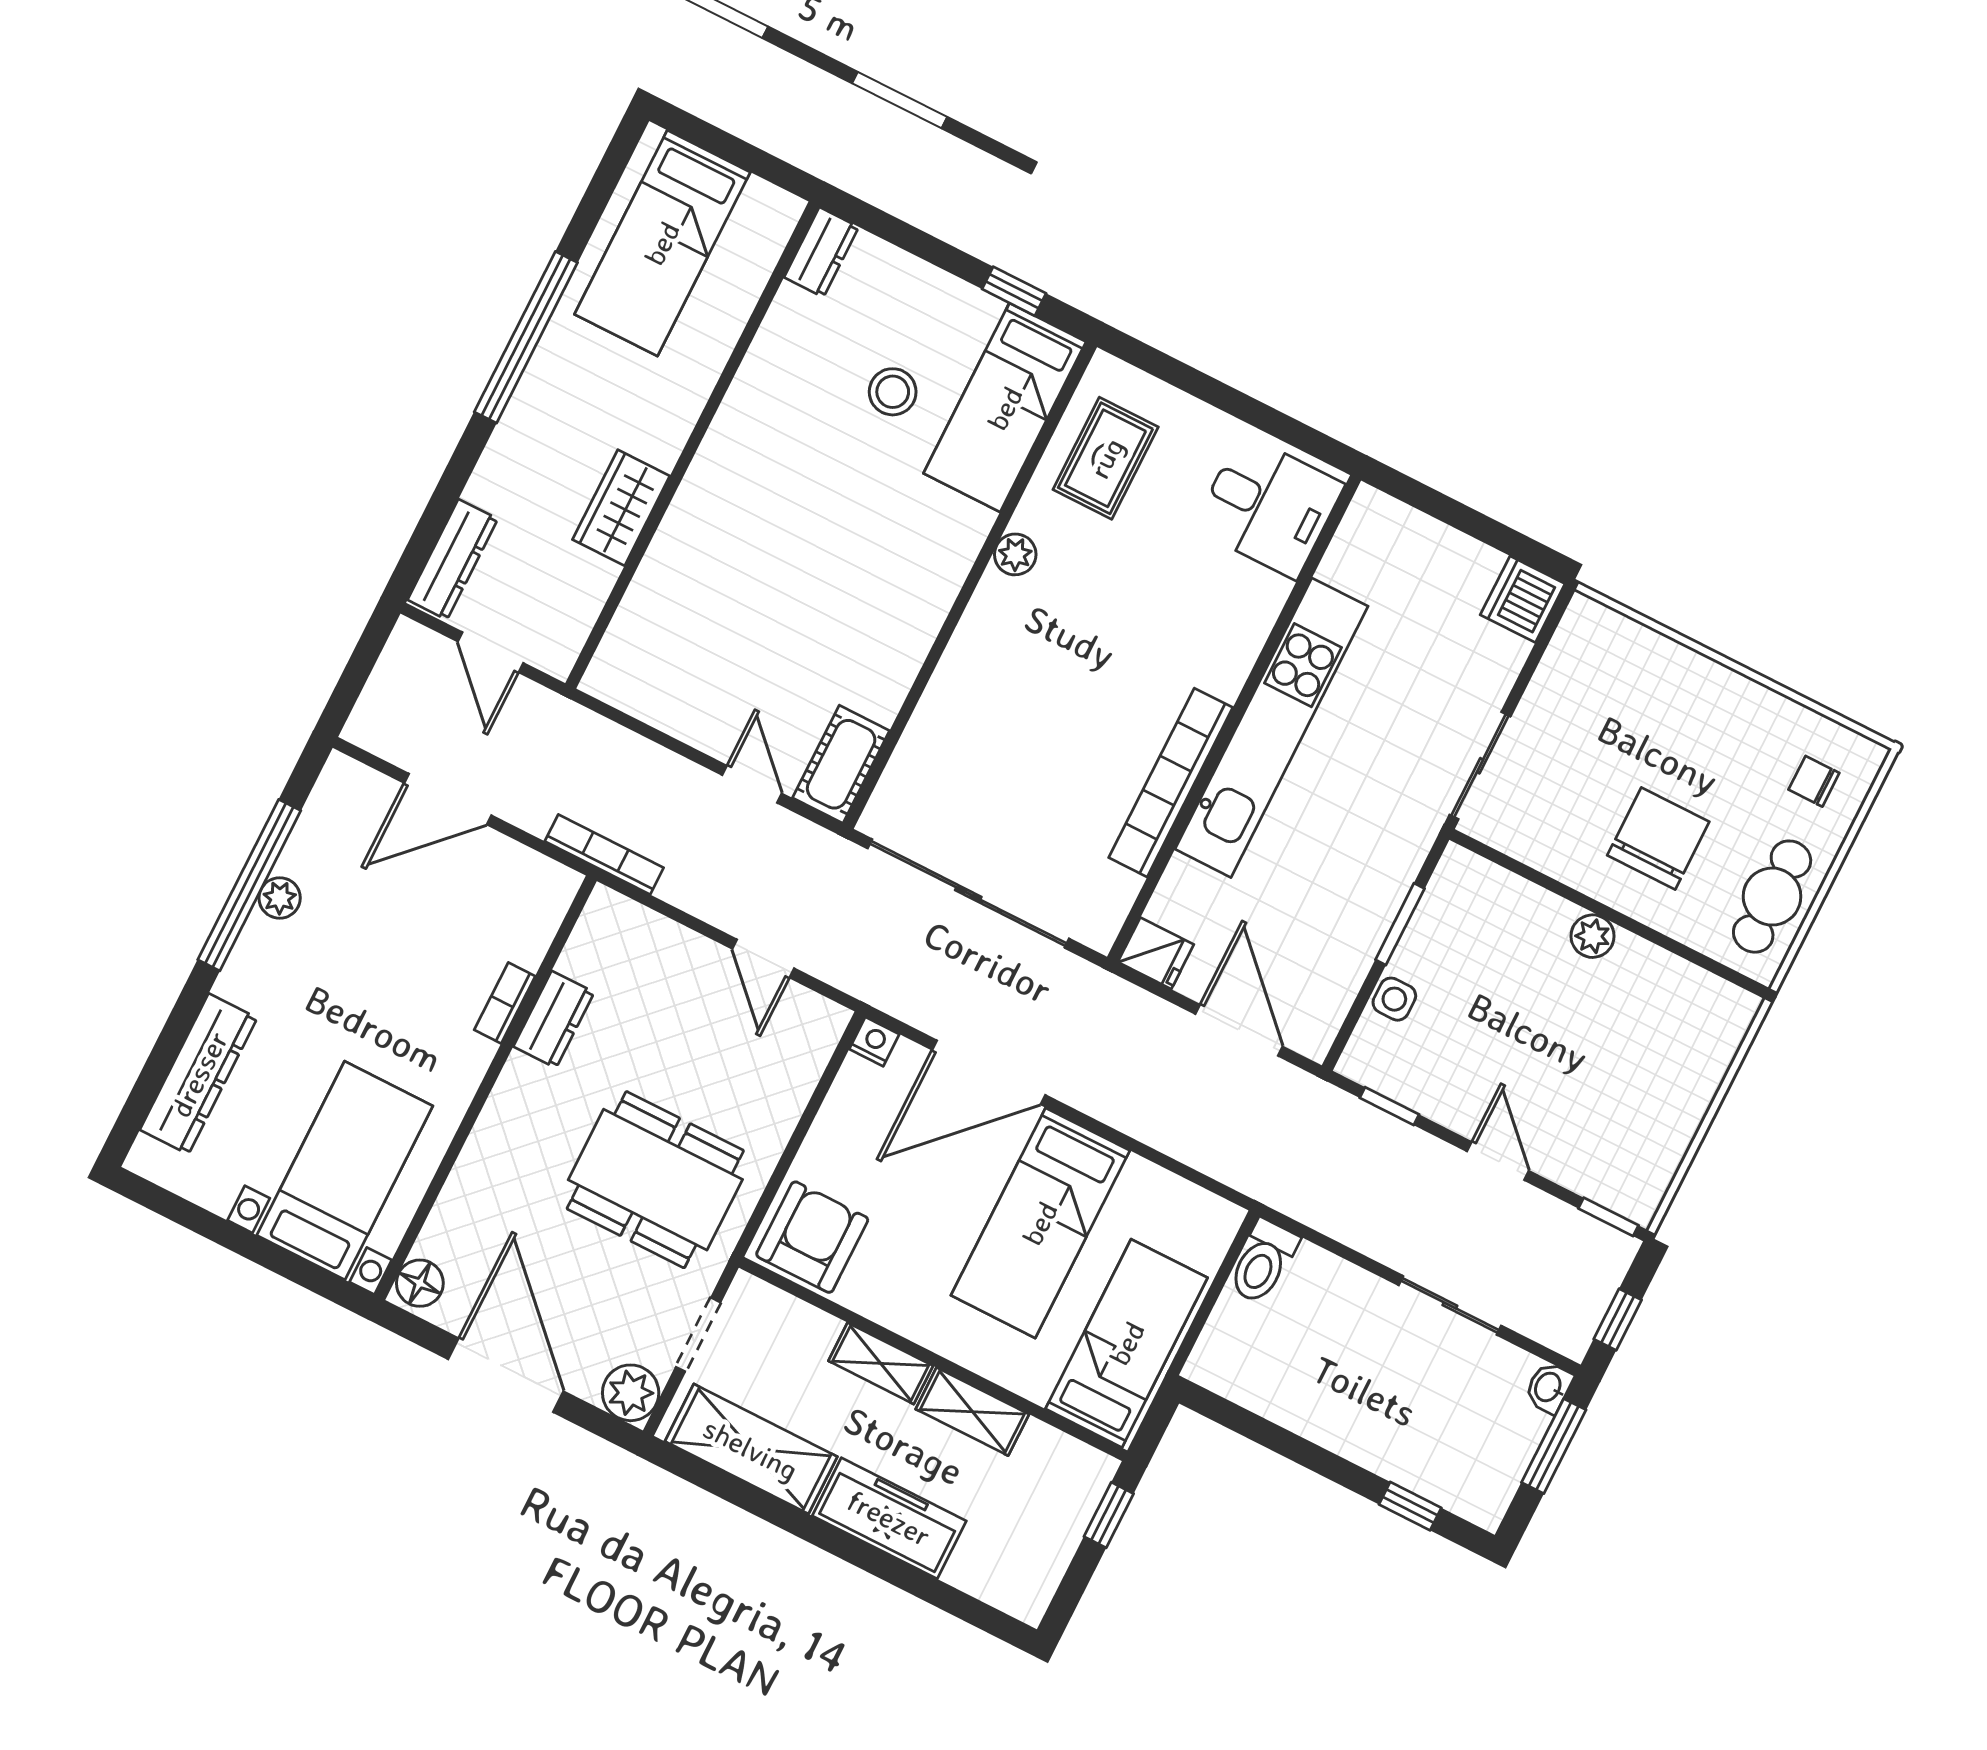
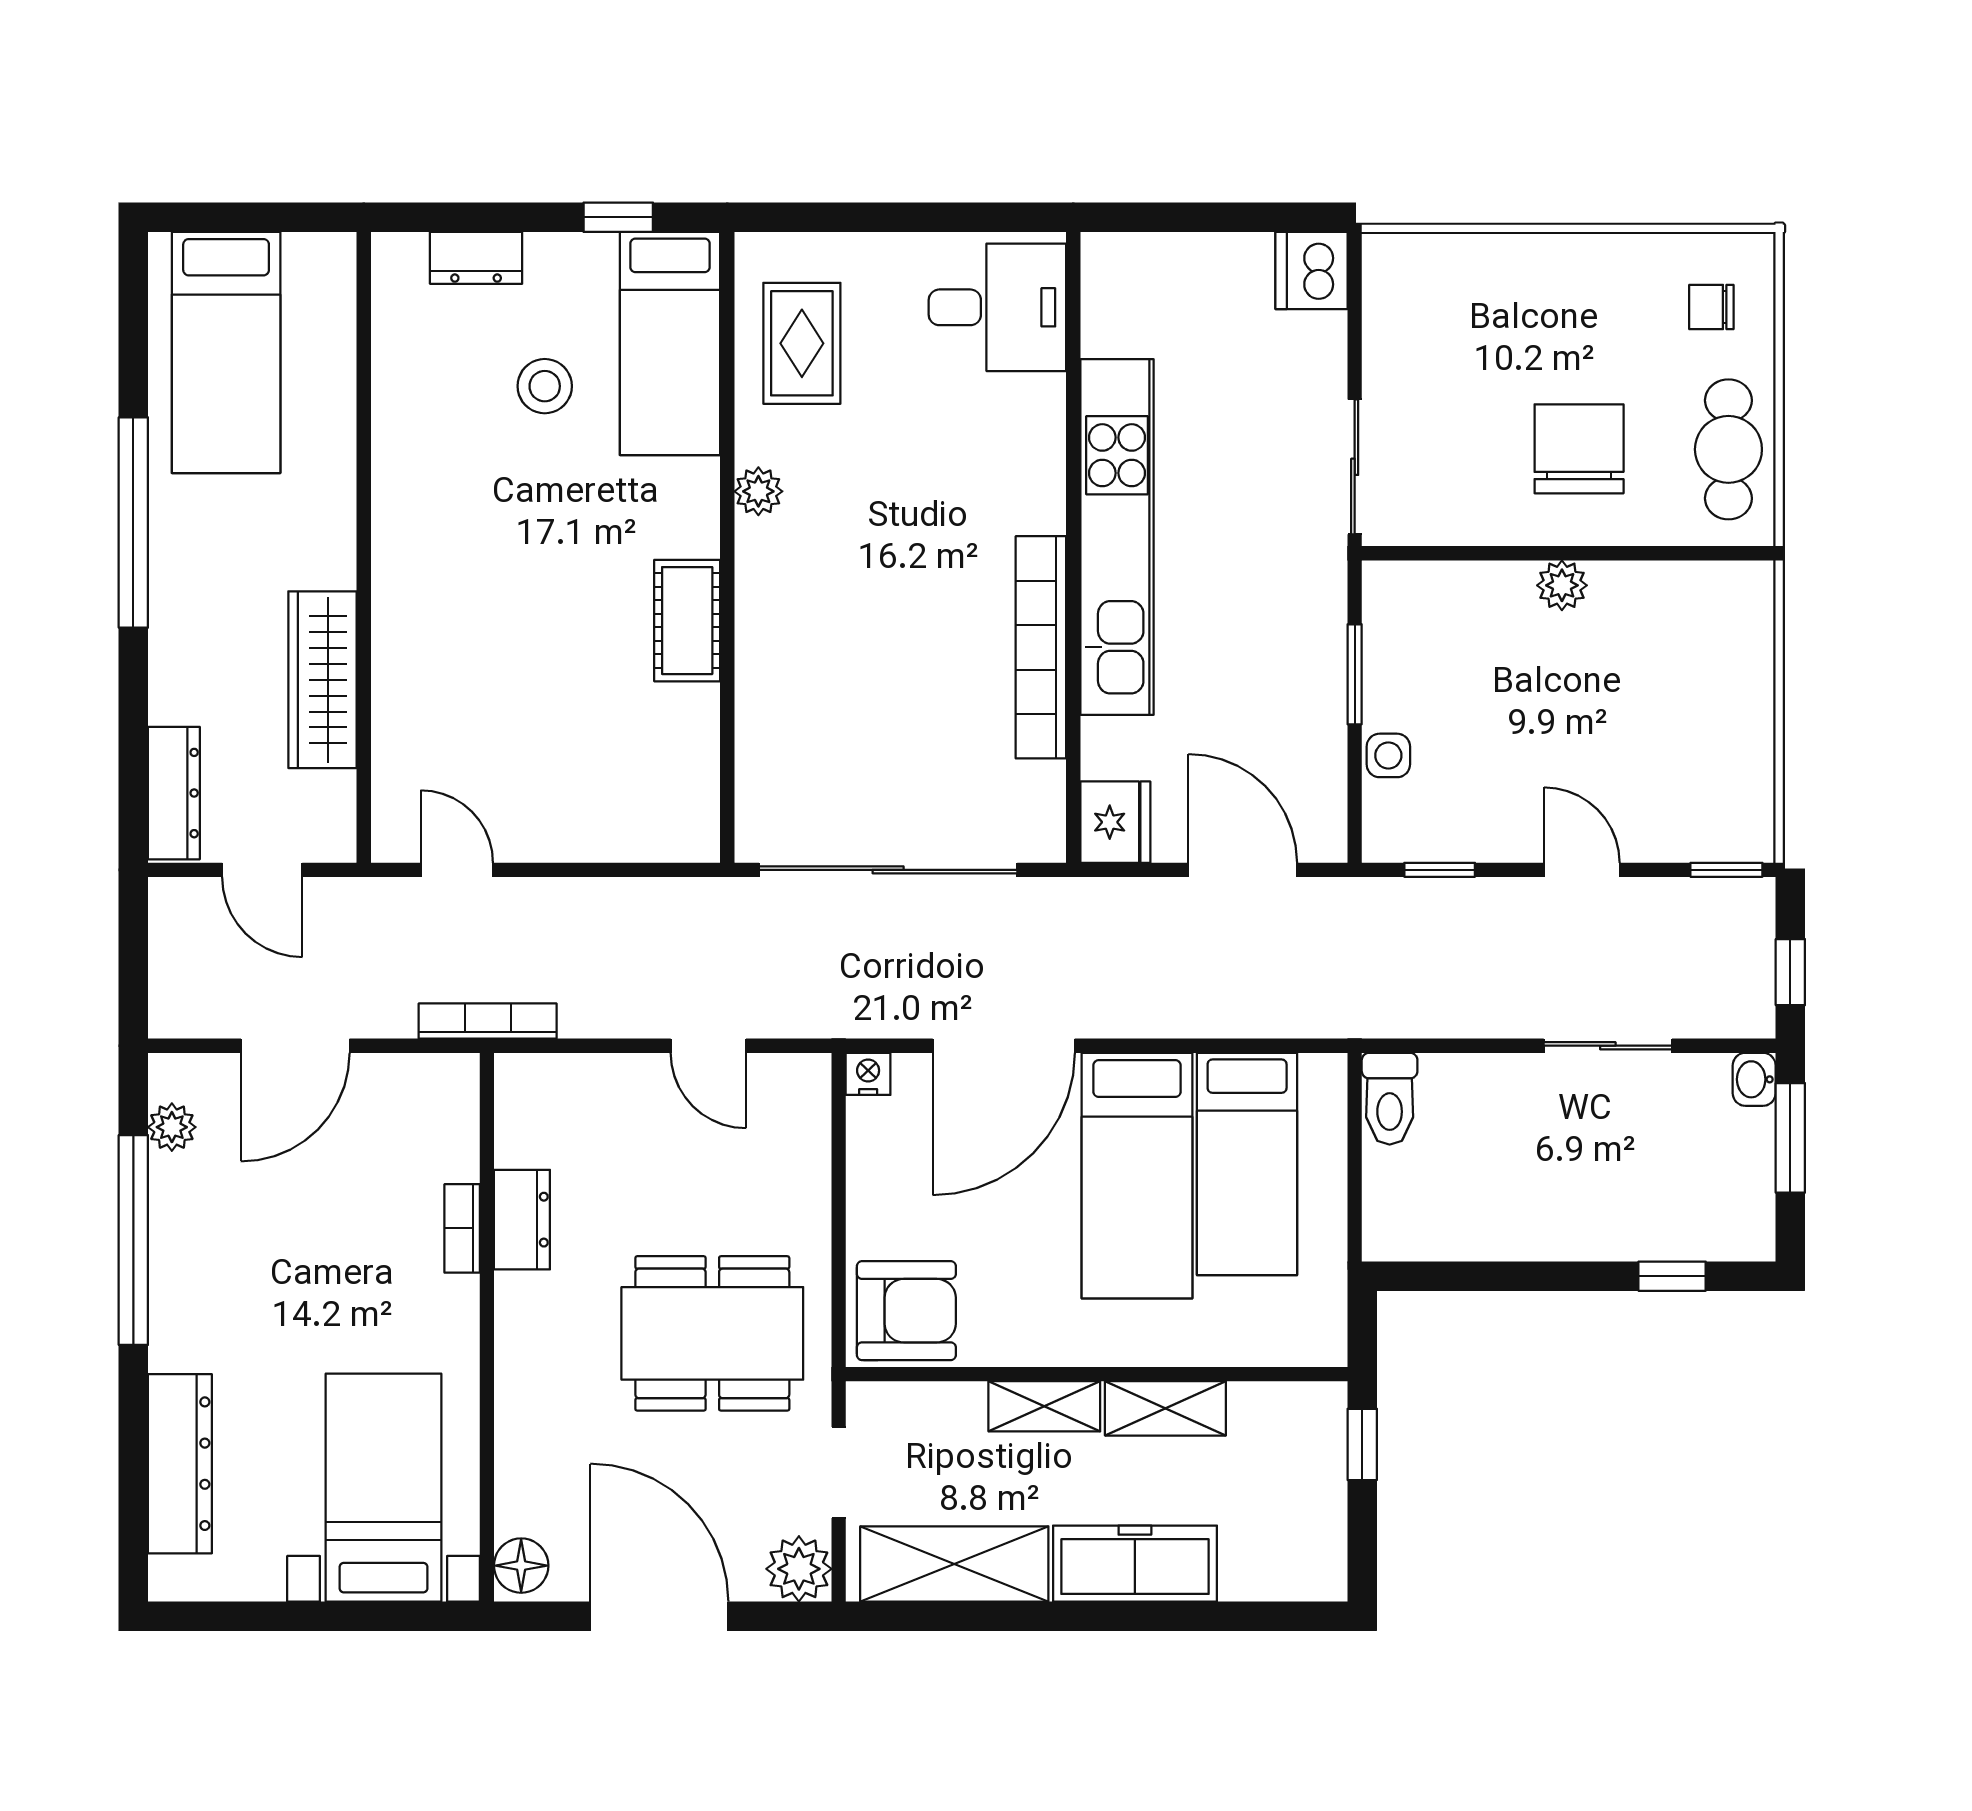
dresser: (821, 252) -> (476, 258), moved, turned 90
wardrobe: (621, 508) -> (323, 680), width x1.50
cot: (841, 764) -> (687, 621), moved
door: (752, 784) -> (457, 870), moved
plant: (280, 898) -> (172, 1127), moved
fridge: (1156, 953) -> (1115, 822), width x1.38
armchair: (812, 1237) -> (906, 1311), turned 90
bed: (1127, 1343) -> (1247, 1164), moved, turned 180

